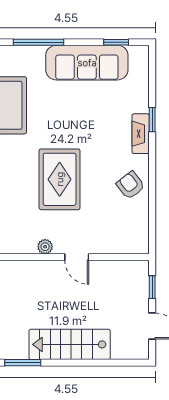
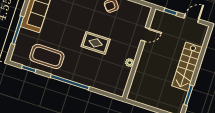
rug: (60, 179) -> (96, 43), width x0.73, depth x0.70
door: (77, 257) -> (145, 34), moved

